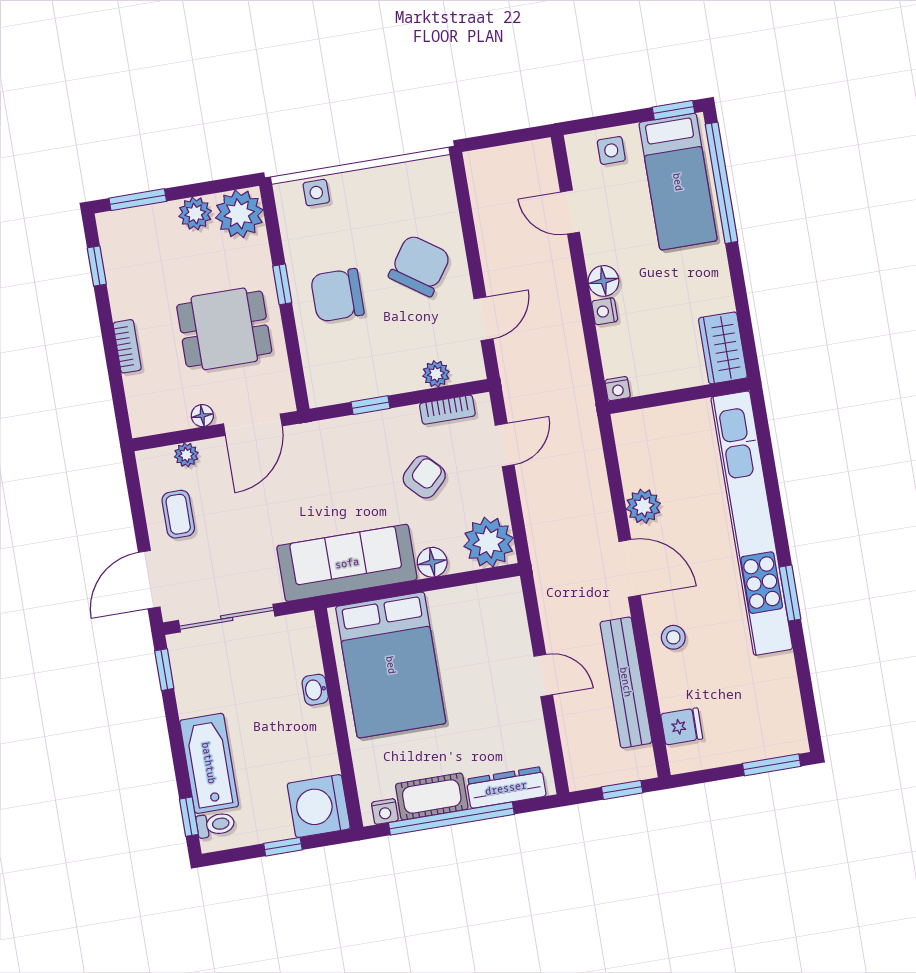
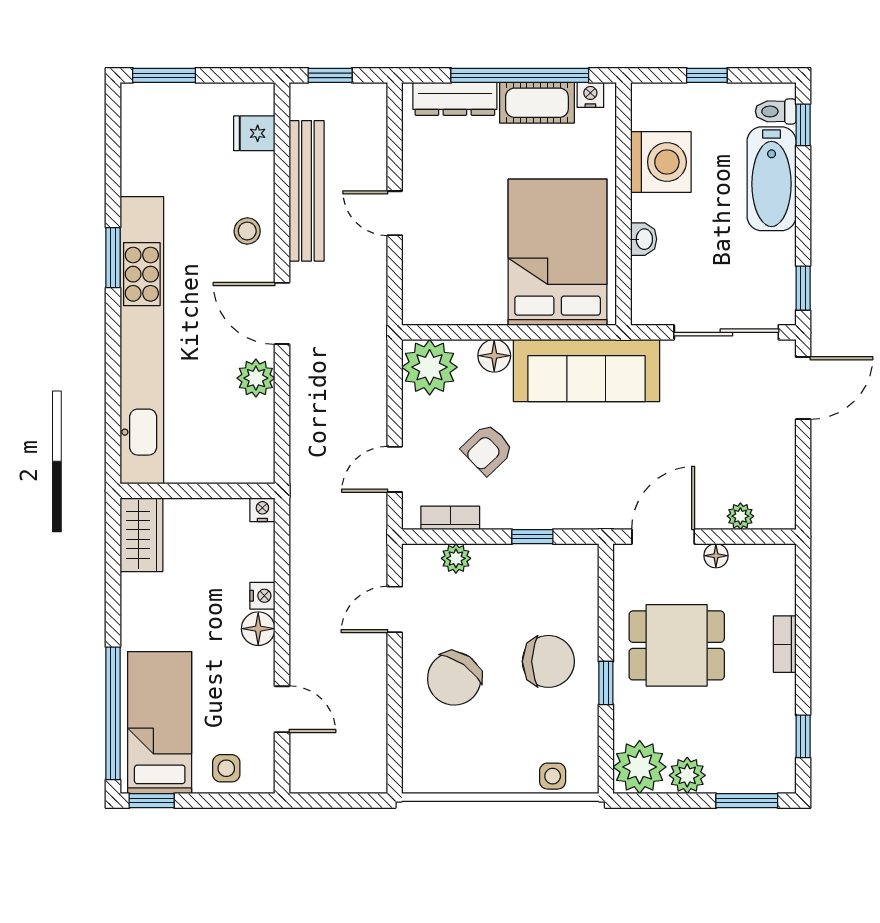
coffee table: (178, 514) -> (760, 454), removed
washing machine: (319, 806) -> (661, 162), moved

